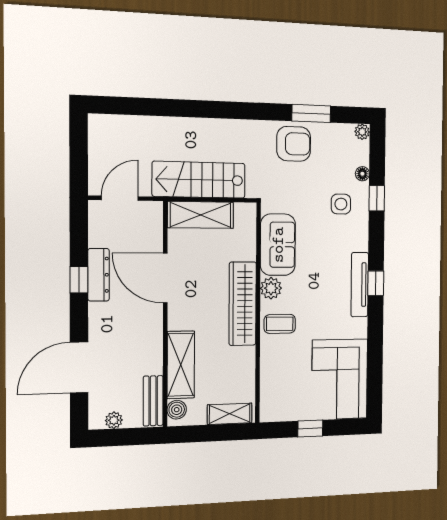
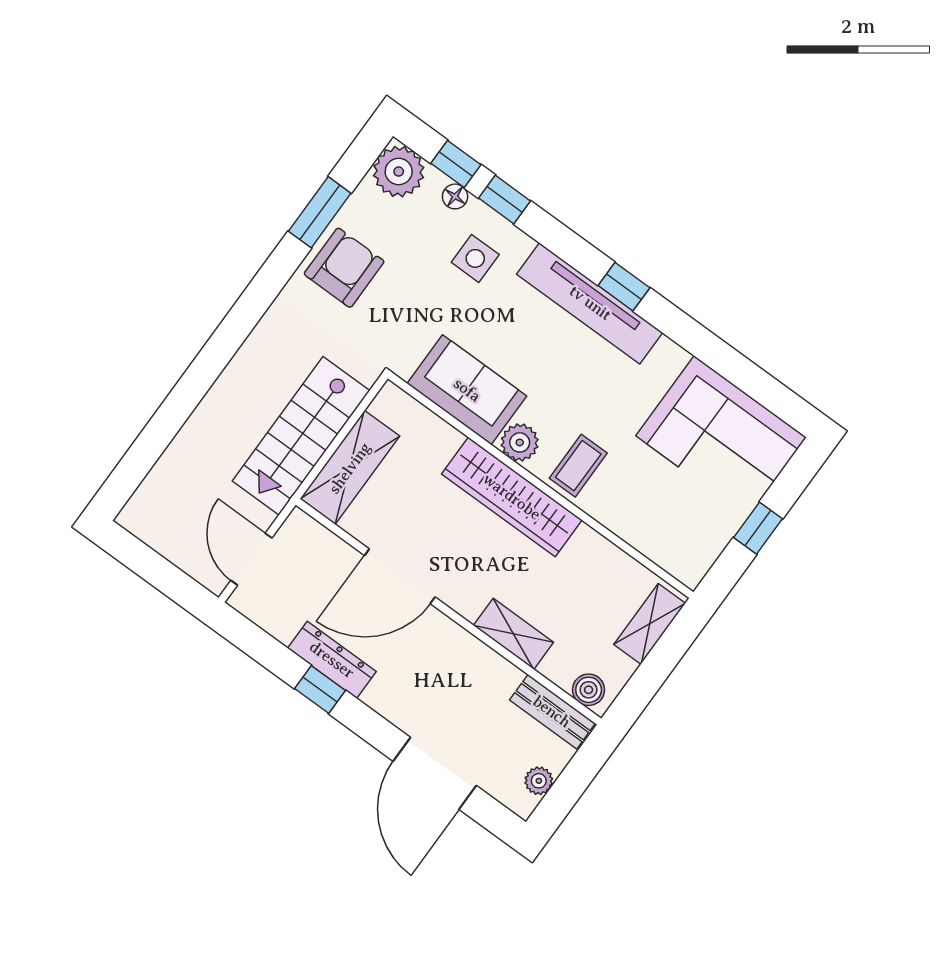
plant: (362, 132) -> (399, 172), width x1.88, depth x1.88
window: (377, 163) -> (456, 164), added
tv unit: (360, 285) -> (590, 303), width x1.36, depth x1.29
shelving: (181, 365) -> (513, 634), width x0.67, depth x0.75

